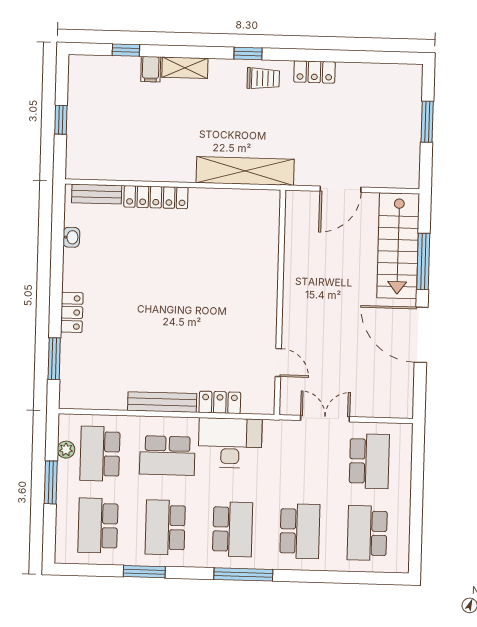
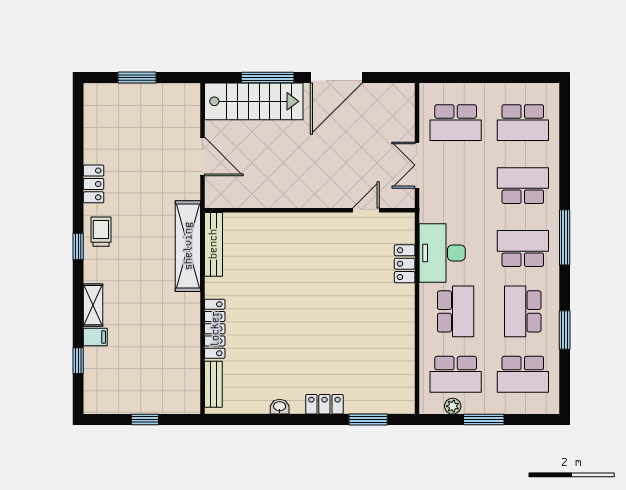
washbasin: (71, 237) -> (280, 407), moved
bench: (162, 402) -> (213, 244), moved
school desk: (369, 461) -> (456, 123), turned 180
school desk: (165, 527) -> (523, 311), turned 90

